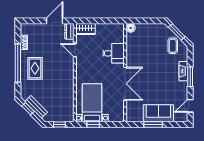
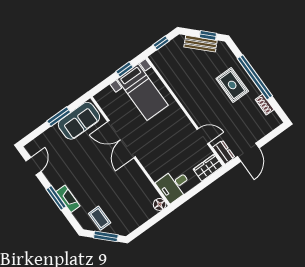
desk: (114, 53) -> (174, 185), moved
sofa: (158, 113) -> (79, 121), moved

